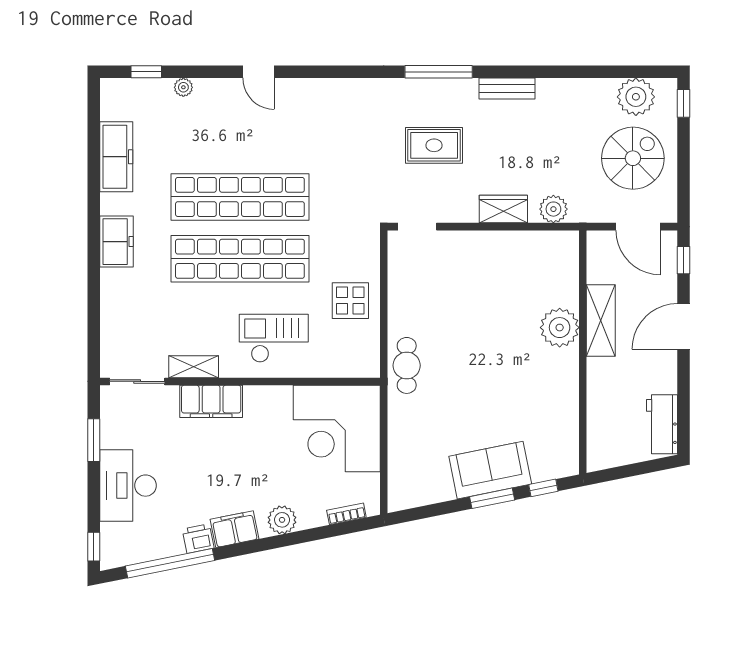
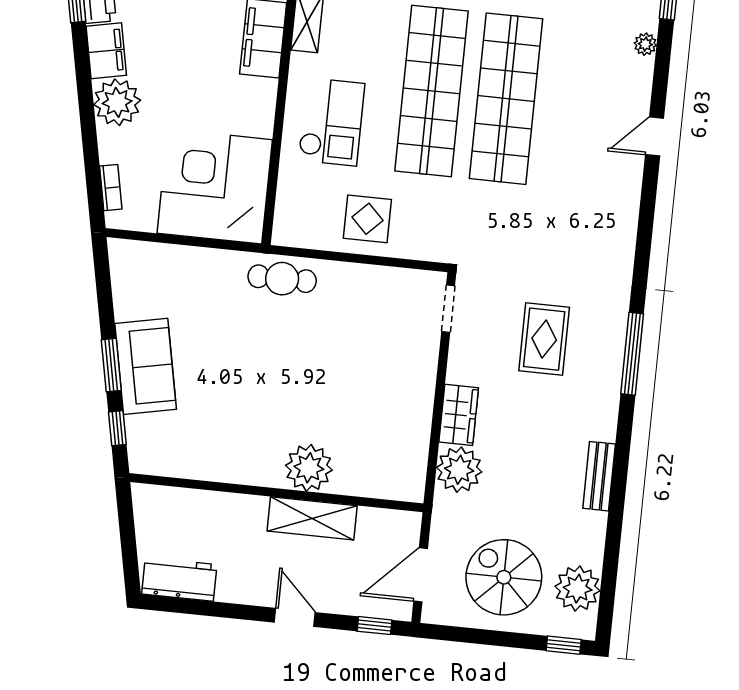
bench: (507, 89) -> (599, 476), moved
spiral stairs: (633, 158) -> (504, 577), turned 180
plant: (553, 209) -> (459, 470), width x1.36, depth x1.36
door: (684, 326) -> (295, 617), width x0.73
plant: (282, 520) -> (117, 102), width x1.36, depth x1.36

